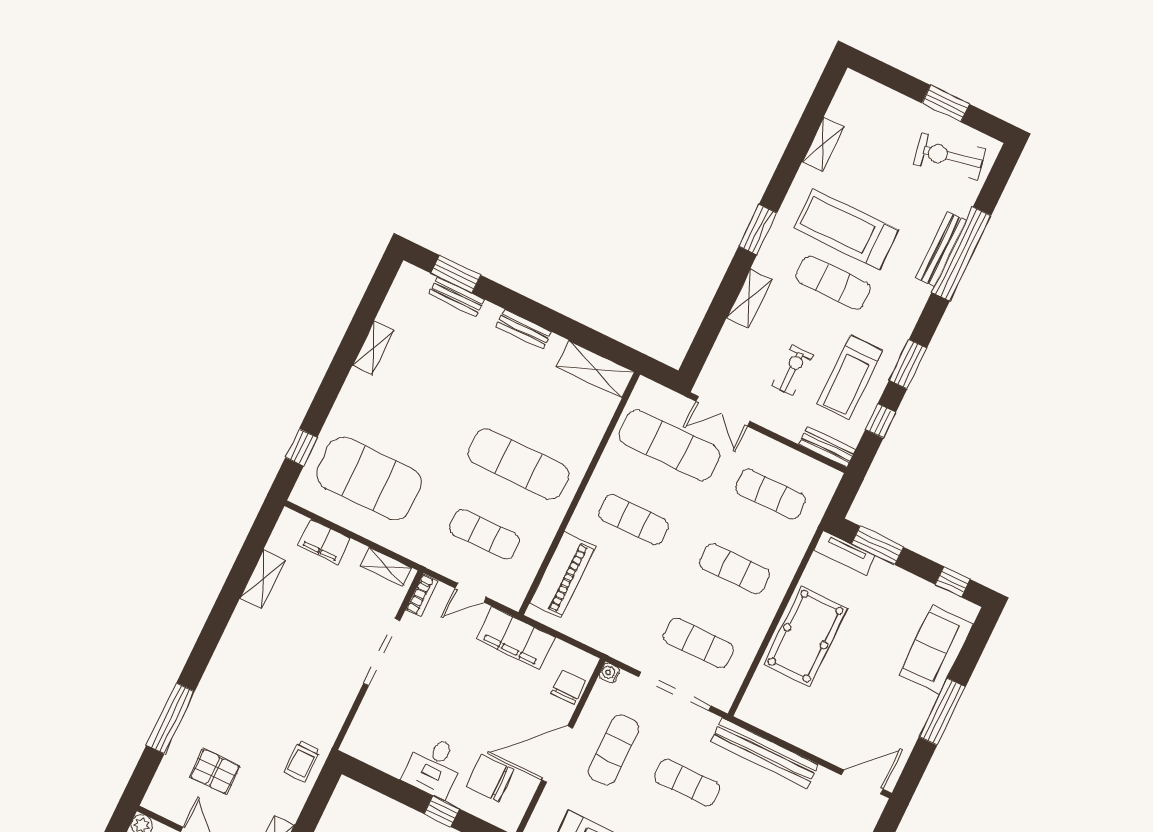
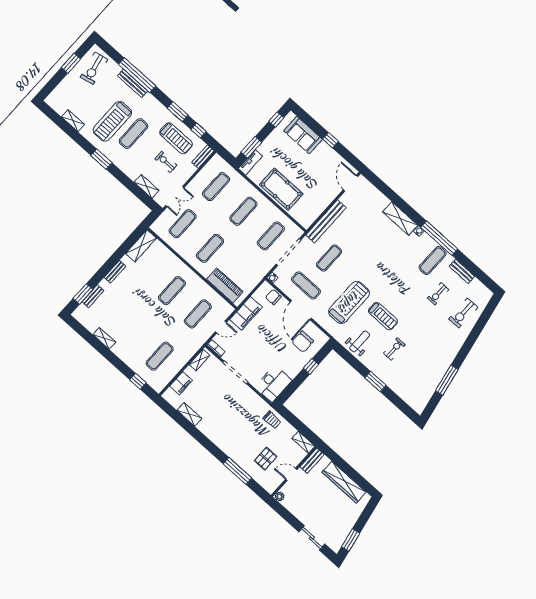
shelving: (749, 298) -> (147, 186), moved
exercise mat: (669, 445) -> (183, 224), width x0.73, depth x0.69
exercise mat: (518, 464) -> (172, 291), width x0.73, depth x0.69
exercise mat: (369, 479) -> (160, 356), width x0.50, depth x0.69
door: (471, 593) -> (221, 327), hinge flipped
window: (942, 712) -> (330, 140), width x0.46
desk: (434, 767) -> (273, 384), moved, width x1.37

